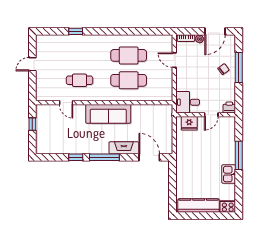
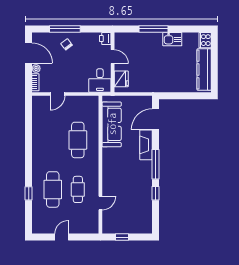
cafe table: (129, 55) -> (53, 189), moved
door: (32, 64) -> (62, 237), swing flipped
sofa: (108, 114) -> (112, 124), moved

